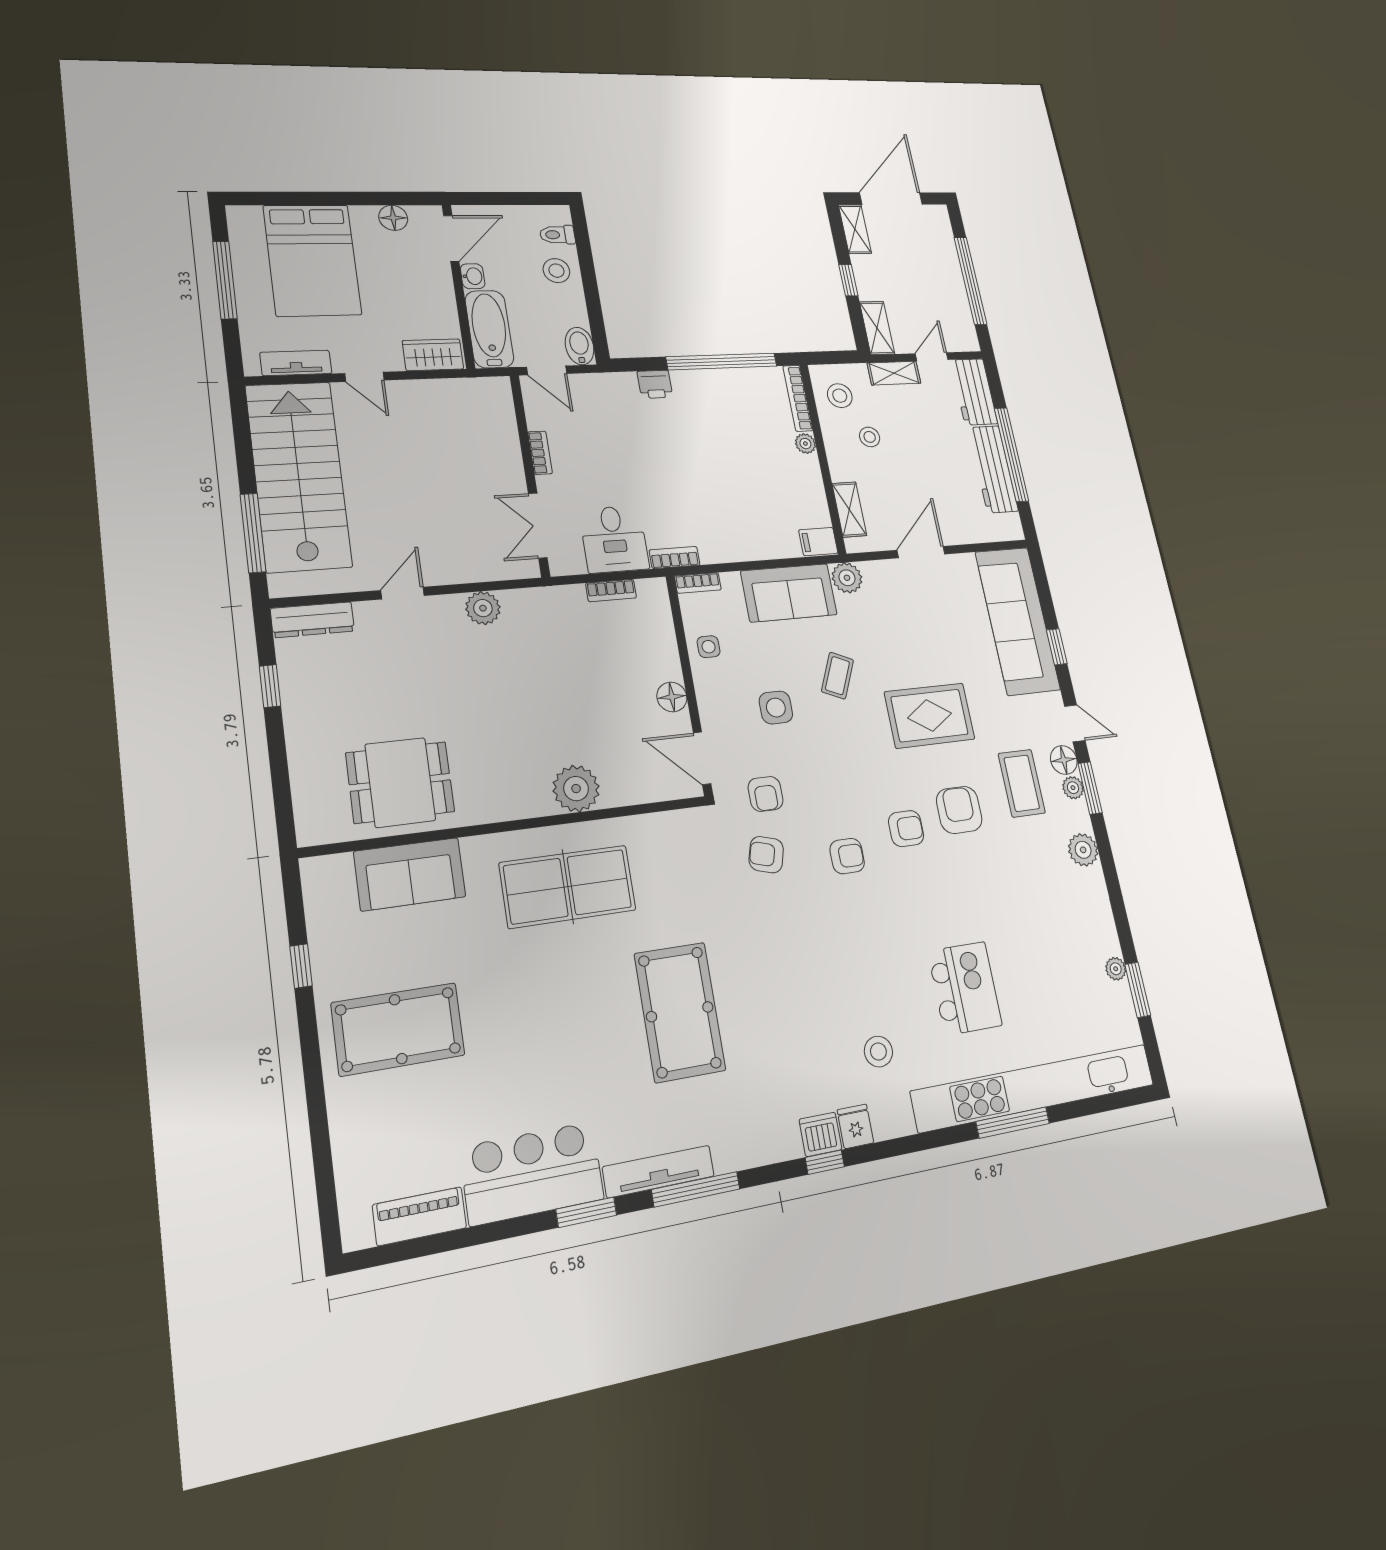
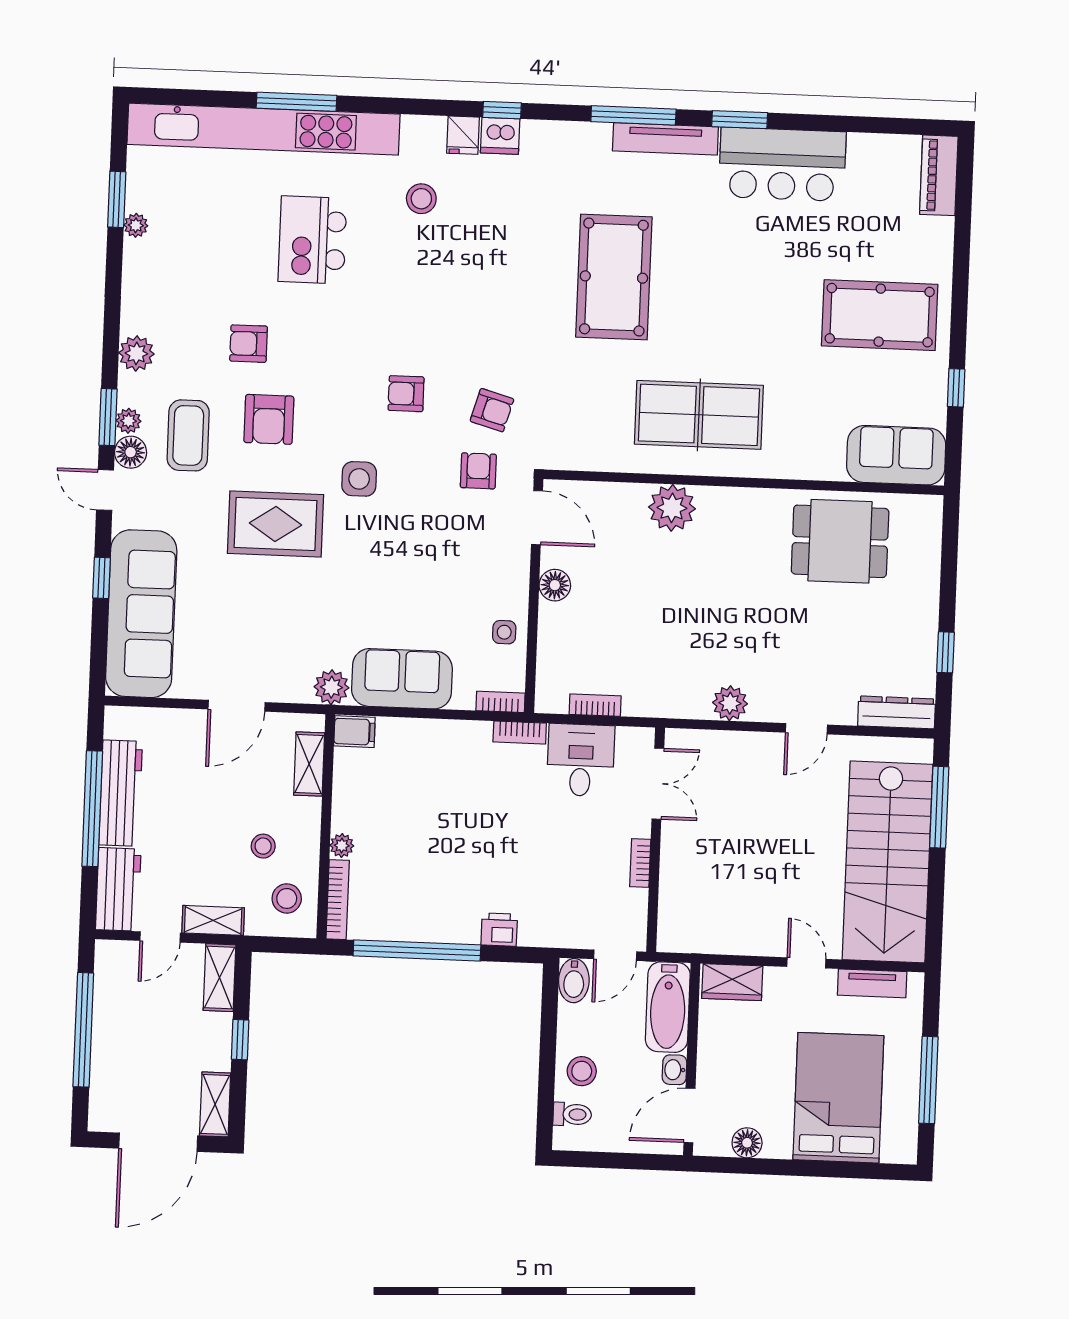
door: (547, 370) -> (615, 955), swing flipped
coffee table: (837, 676) -> (369, 582), removed
side table: (776, 708) -> (359, 479), moved
armchair: (906, 829) -> (249, 344), moved
sofa: (410, 874) -> (896, 455), moved
piano: (420, 1216) -> (939, 175), moved, turned 90

